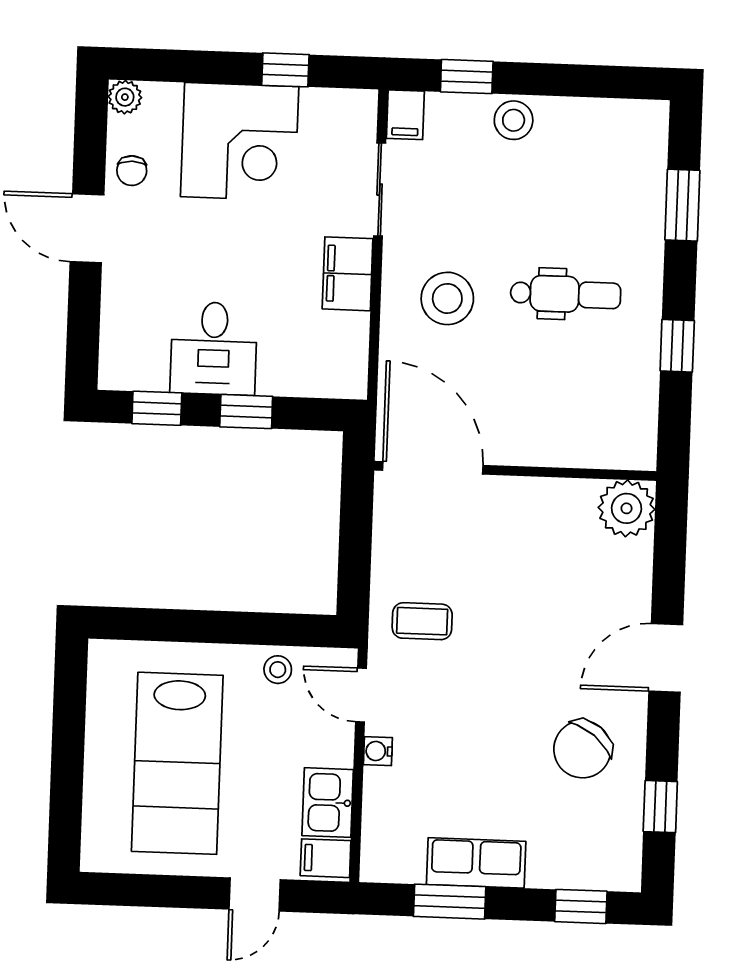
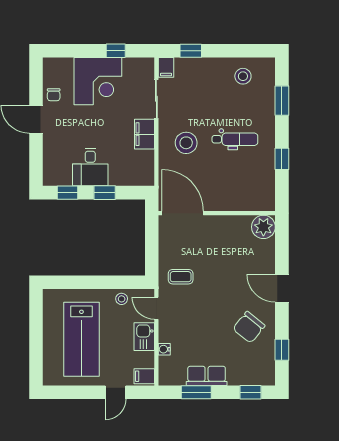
plant: (125, 97) -> (50, 64), removed
stool: (514, 120) -> (243, 76), moved
door: (666, 658) -> (282, 288), hinge flipped
water cooler: (378, 751) -> (164, 349), moved
kitchen sink: (328, 803) -> (144, 337), moved

